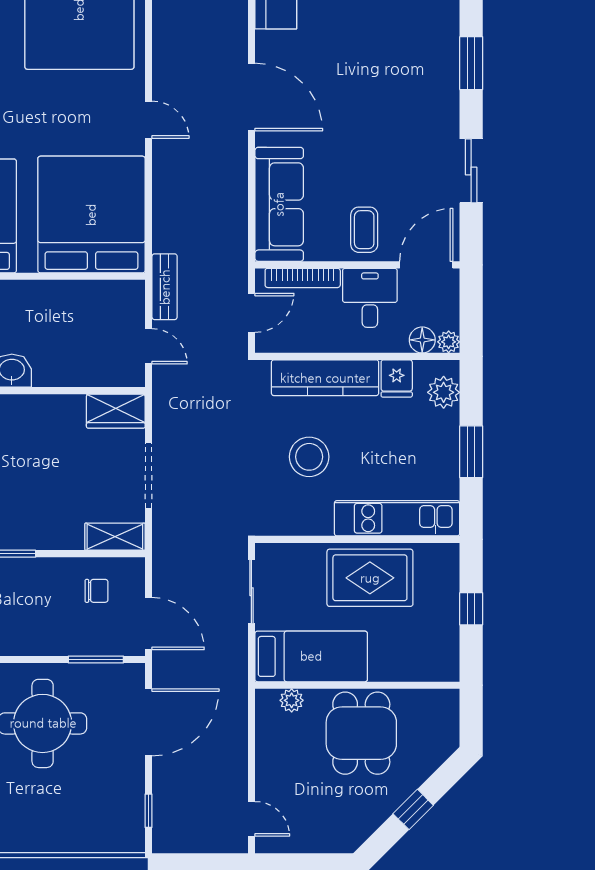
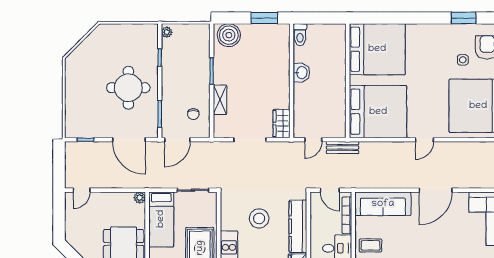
shelving: (115, 537) -> (220, 100), moved
plant: (292, 700) -> (140, 198), moved

